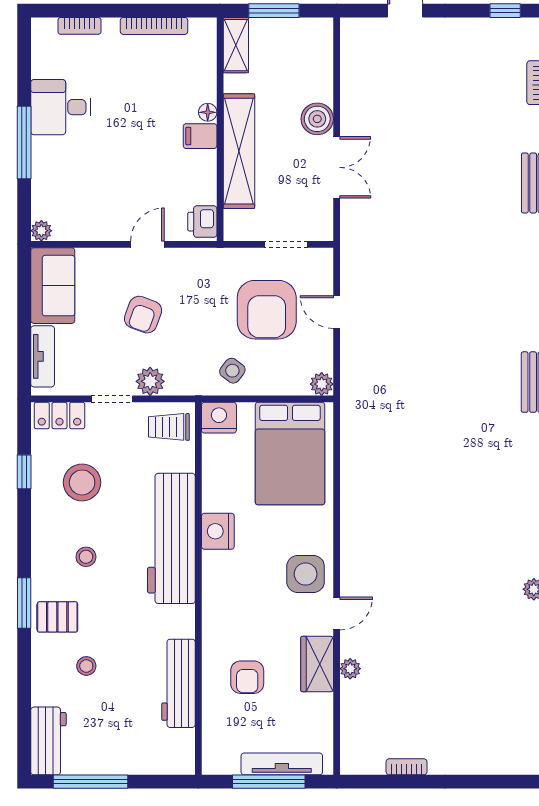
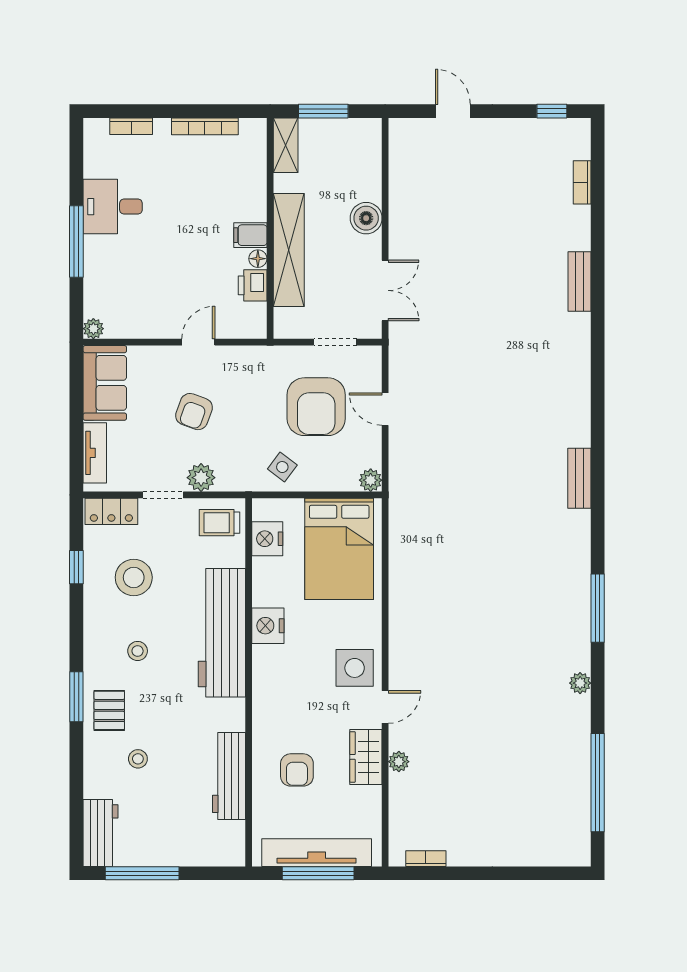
floor lamp: (208, 112) -> (258, 259), moved
double door: (337, 167) -> (385, 290), moved
printer: (202, 222) -> (253, 285), moved
nightstand: (219, 418) -> (267, 539), moved, turned -90
pallet: (57, 617) -> (109, 710), turned 90
tv unit: (282, 764) -> (317, 853), width x1.36, depth x1.29
bookcase: (407, 767) -> (426, 859), moved

